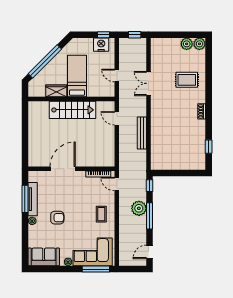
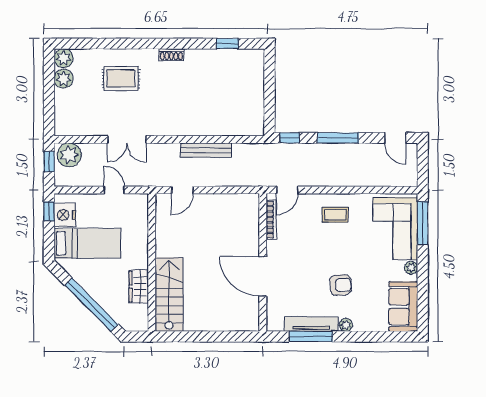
door: (117, 75) -> (114, 190), swing flipped
bed: (77, 76) -> (87, 243), moved, turned 180
rug: (187, 80) -> (121, 78), turned 90
stairs: (72, 110) -> (169, 294), moved
plant: (139, 208) -> (69, 155), moved
armchair: (57, 218) -> (341, 285), turned 87

